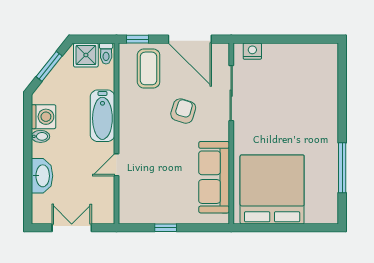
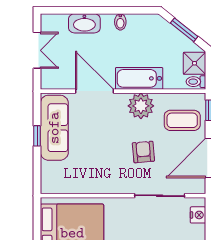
armchair: (183, 111) -> (143, 152), turned -112
plant: (133, 114) -> (141, 106), added
washing machine: (44, 117) -> (138, 25), removed
door: (117, 165) -> (94, 91), width x1.87
sofa: (214, 177) -> (54, 128), moved, turned 90

